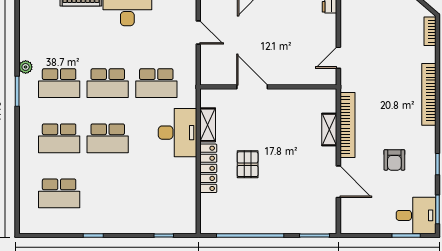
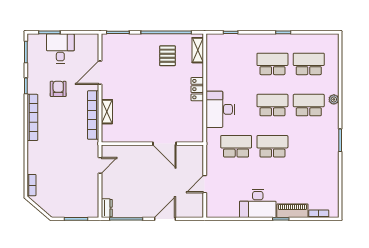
door: (198, 33) -> (205, 184), hinge flipped
plant: (26, 67) -> (334, 99), moved
school desk: (59, 83) -> (272, 64), moved
bookcase: (429, 94) -> (32, 117), moved
shelving: (208, 125) -> (198, 50), moved
pallet: (248, 164) -> (167, 56), moved
locker: (208, 168) -> (197, 89), width x0.66
door: (338, 182) -> (100, 73), hinge flipped
desk: (416, 215) -> (60, 49), moved, turned 90

